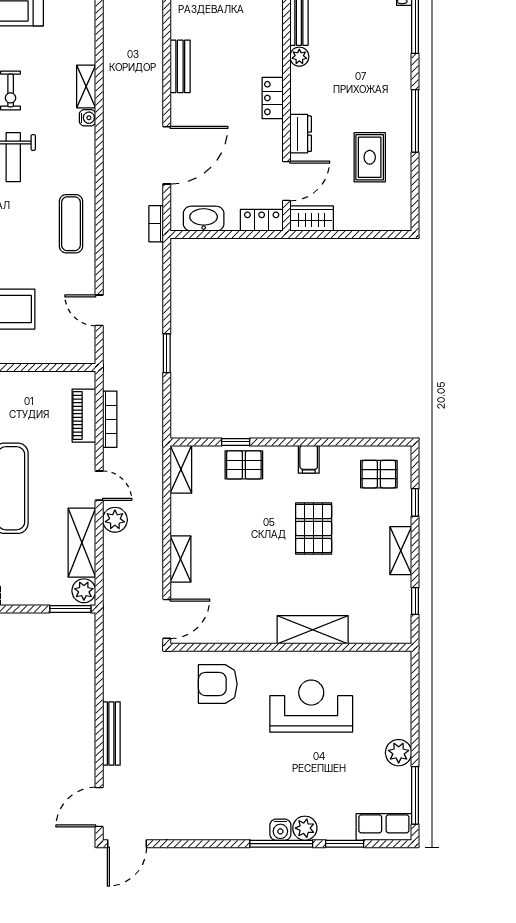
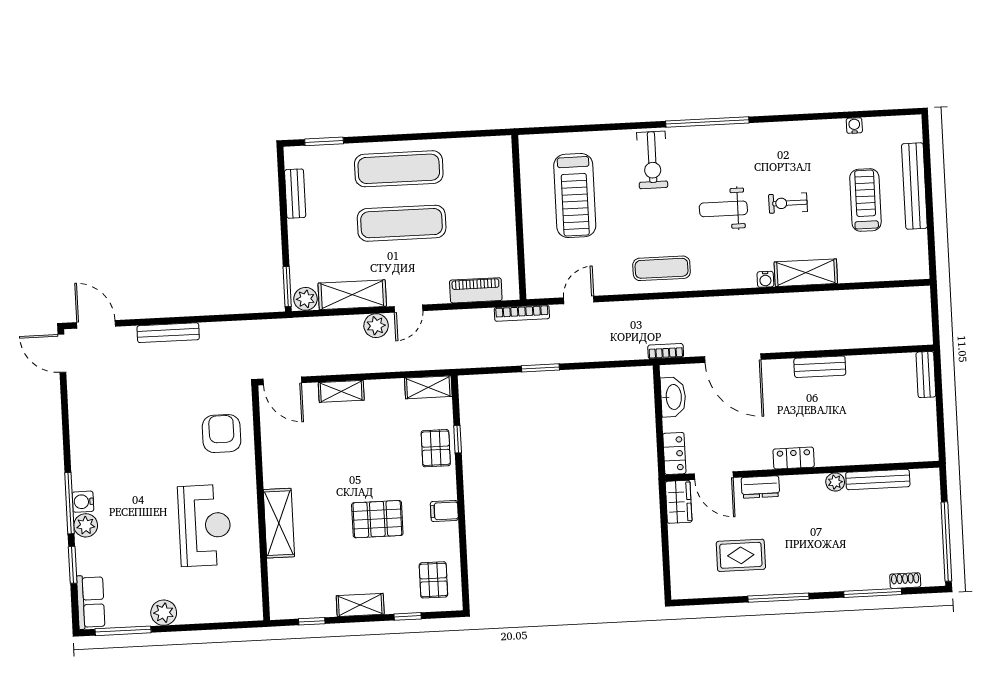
shelving: (86, 86) -> (806, 273), width x1.50, depth x1.33
bookcase: (110, 419) -> (522, 313), moved

